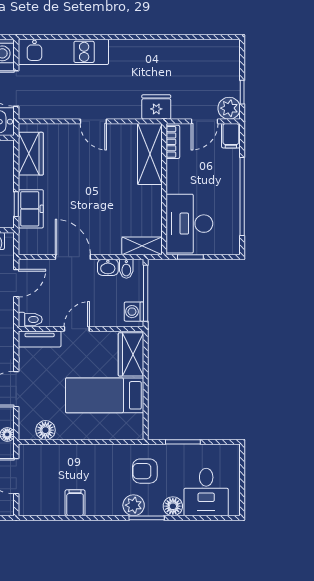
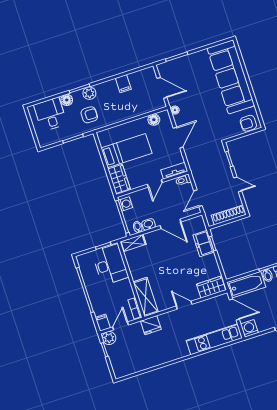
wardrobe: (31, 154) -> (211, 287), moved, turned 90

